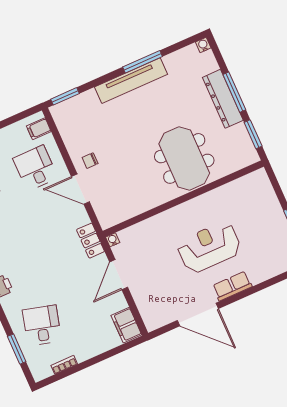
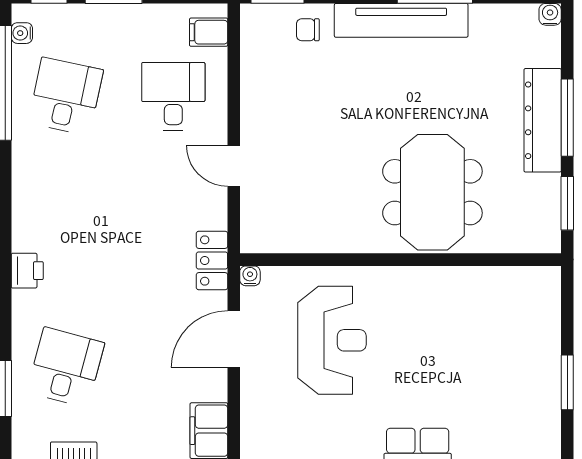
chair: (90, 161) -> (308, 30), moved
door: (80, 189) -> (234, 166), width x0.73
reception desk: (209, 247) -> (332, 340), moved, turned 90

